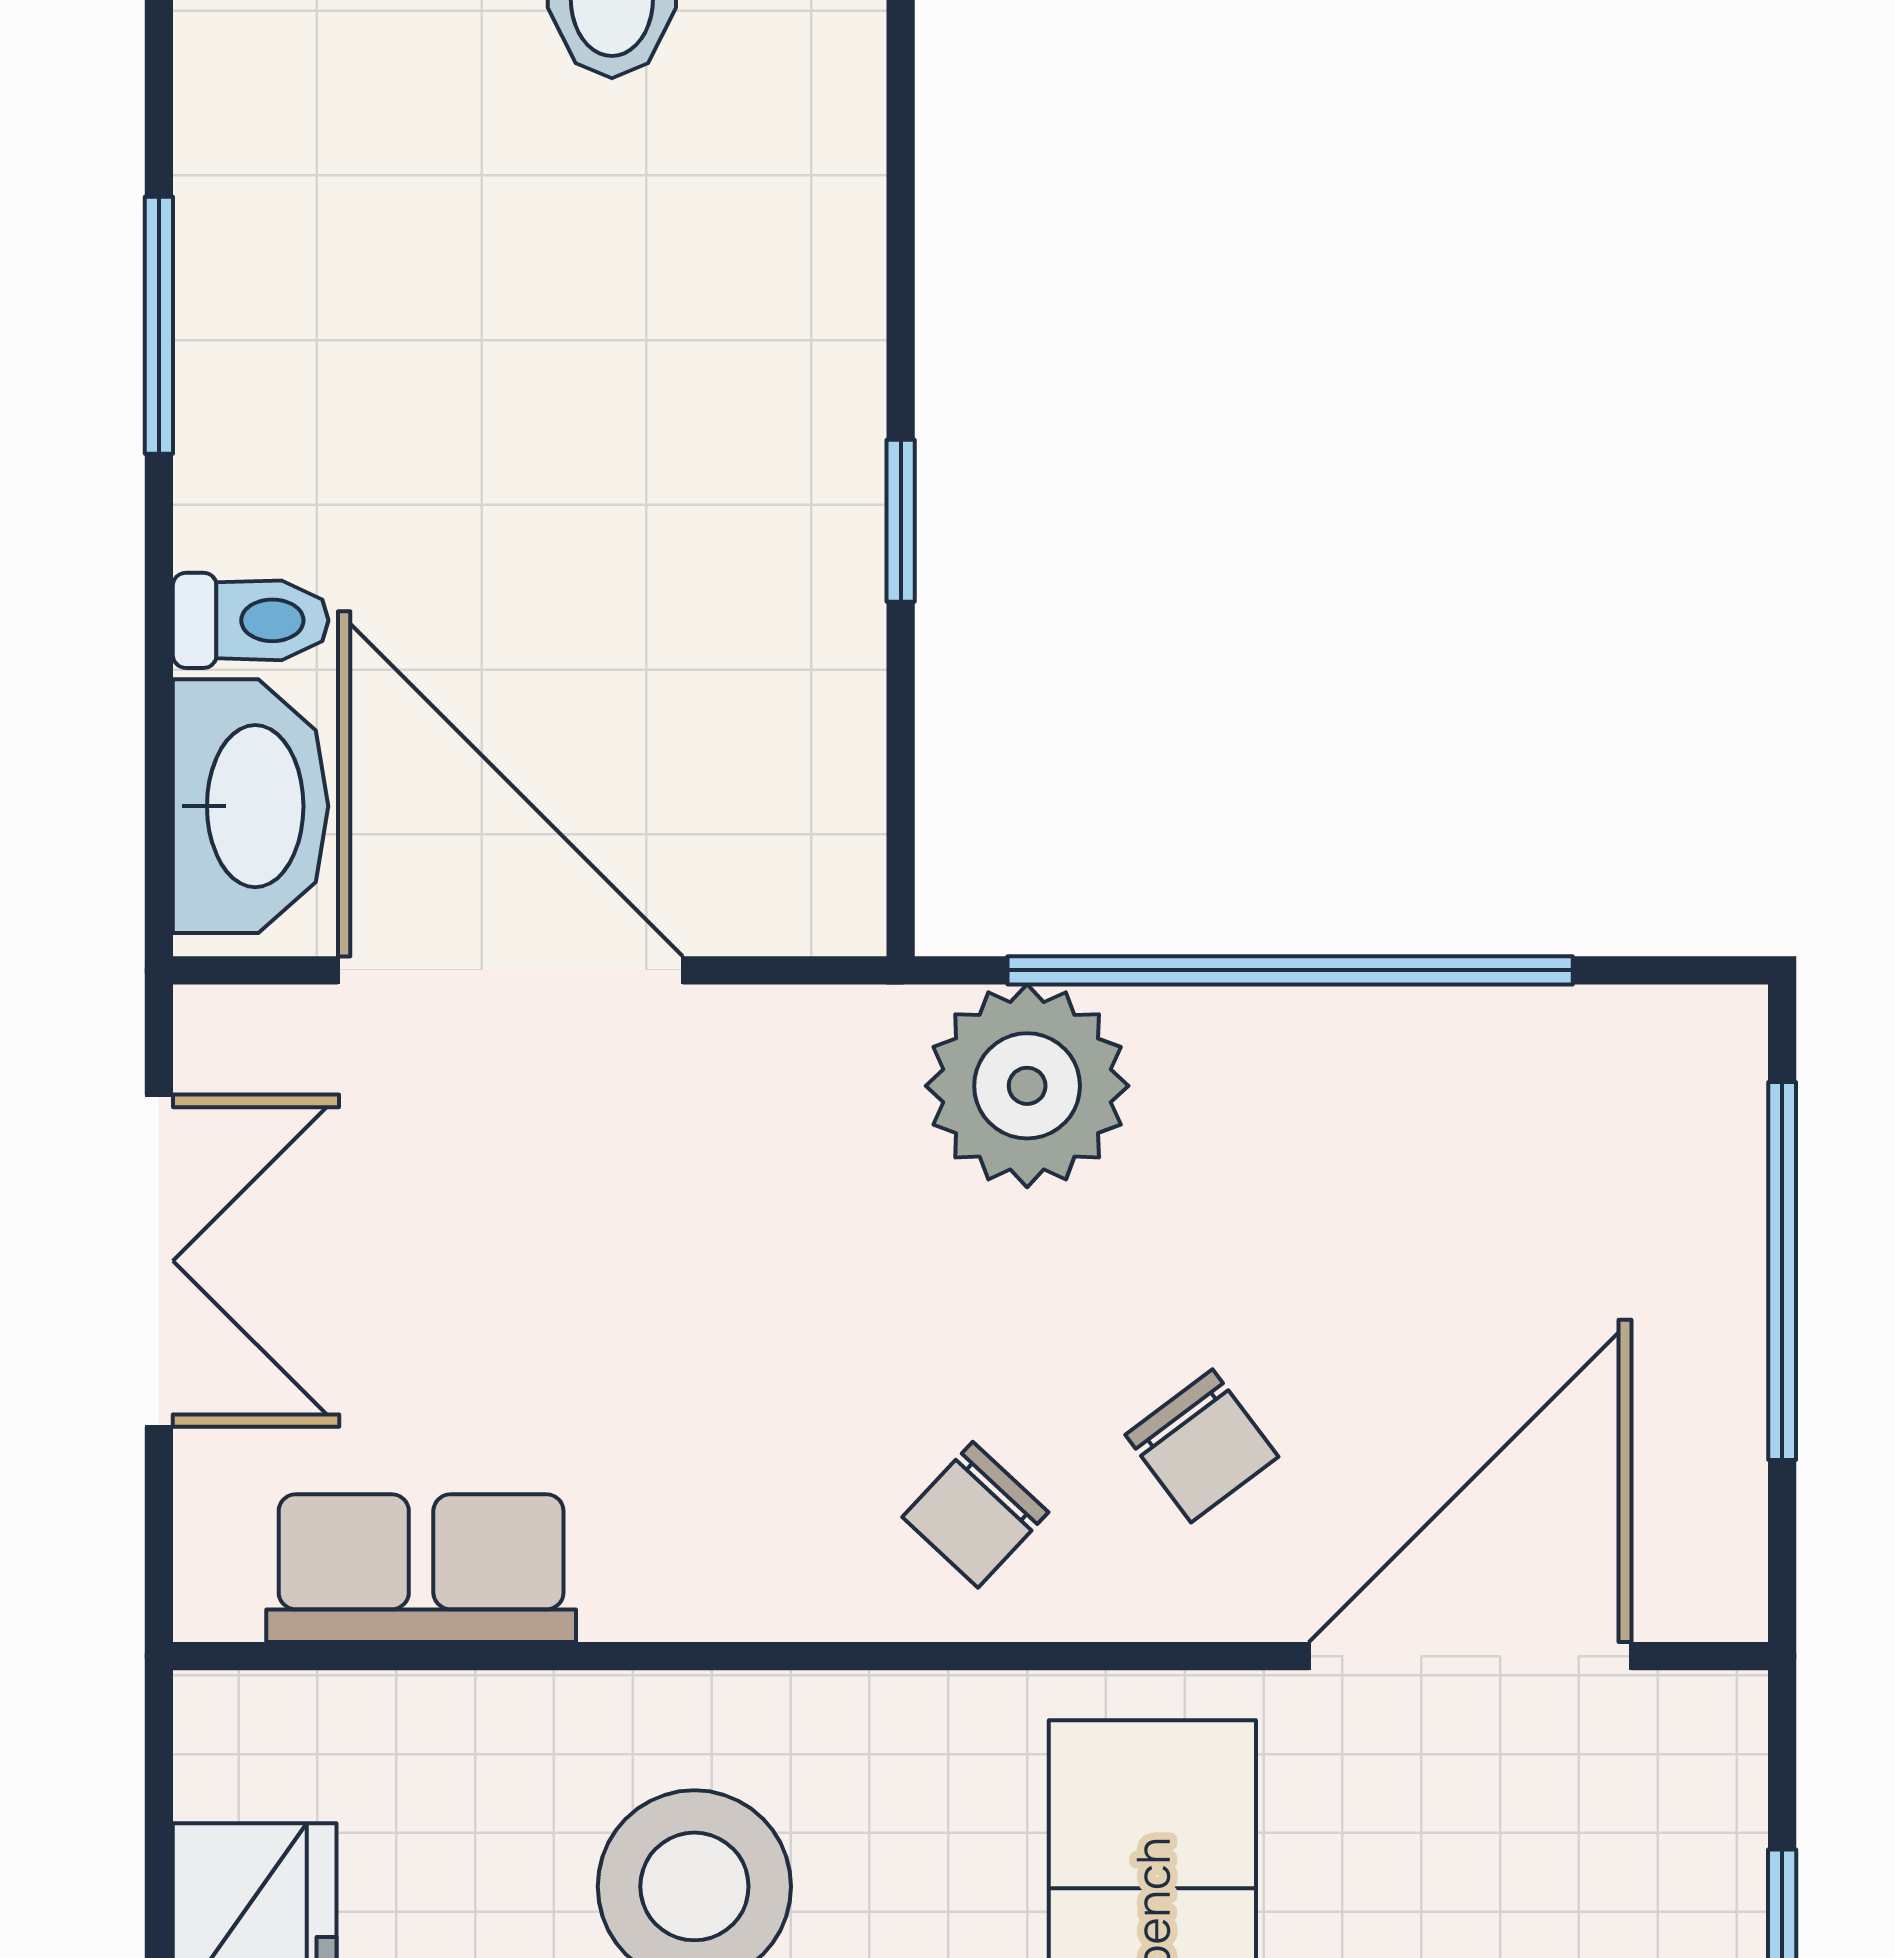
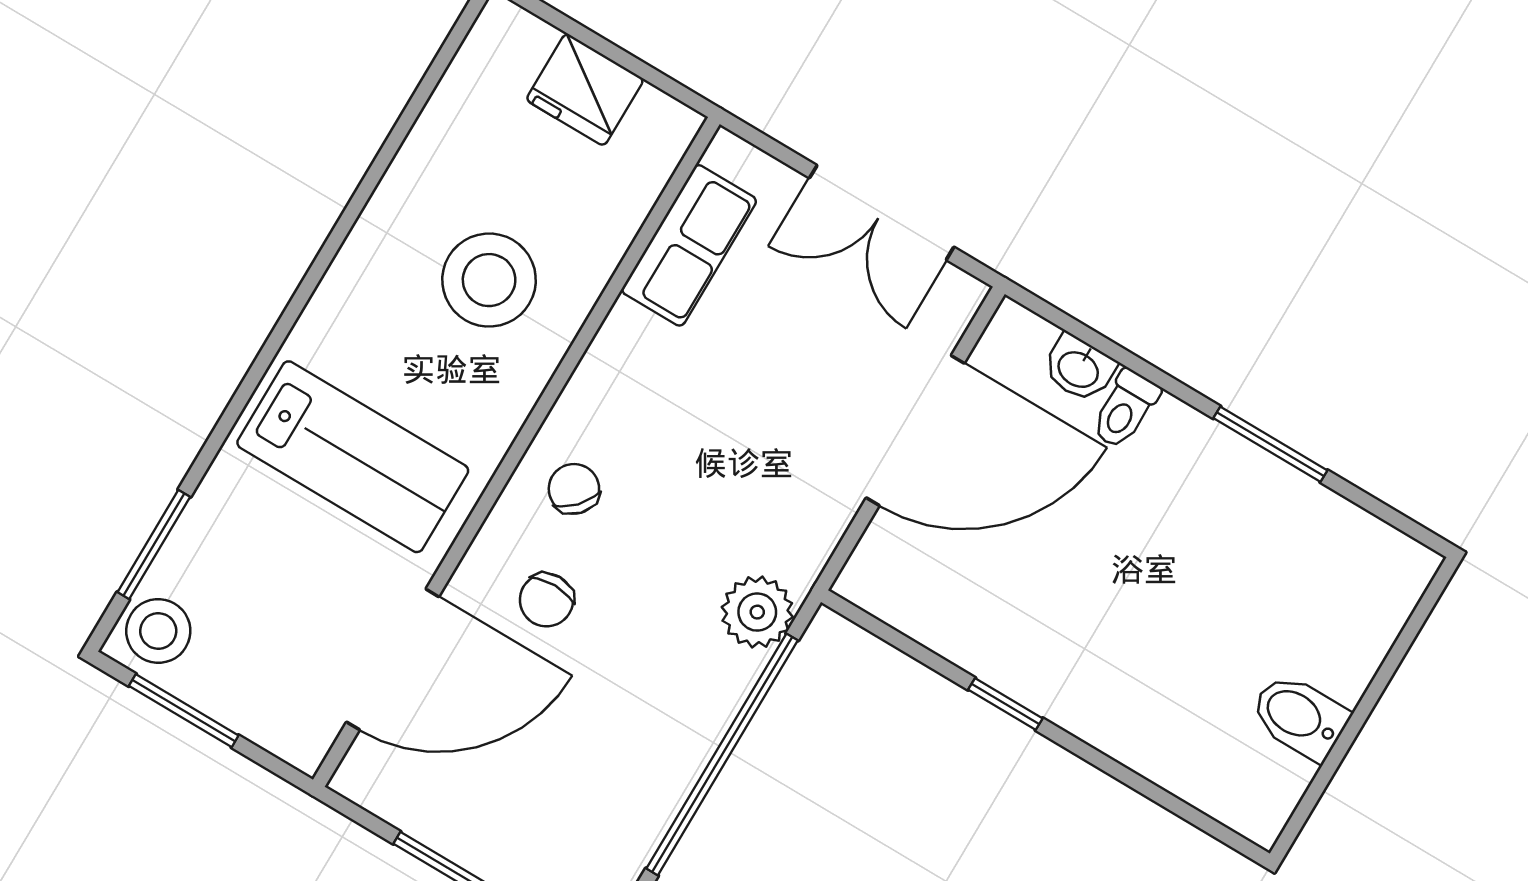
washbasin: (251, 806) -> (1079, 368), width x0.52, depth x0.69
plant: (1027, 1086) -> (757, 612), width x0.73, depth x0.73
chair: (1202, 1446) -> (546, 600), turned -53
door: (1470, 1656) -> (393, 659), hinge flipped

